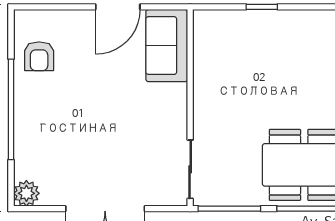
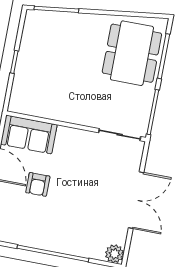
armchair: (39, 56) -> (38, 184), moved, turned 90

